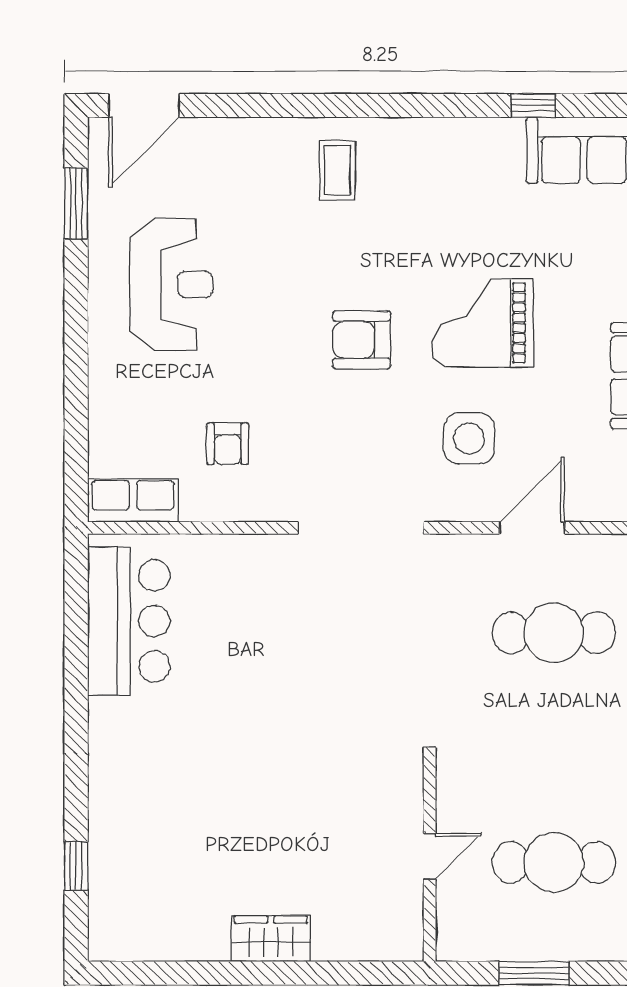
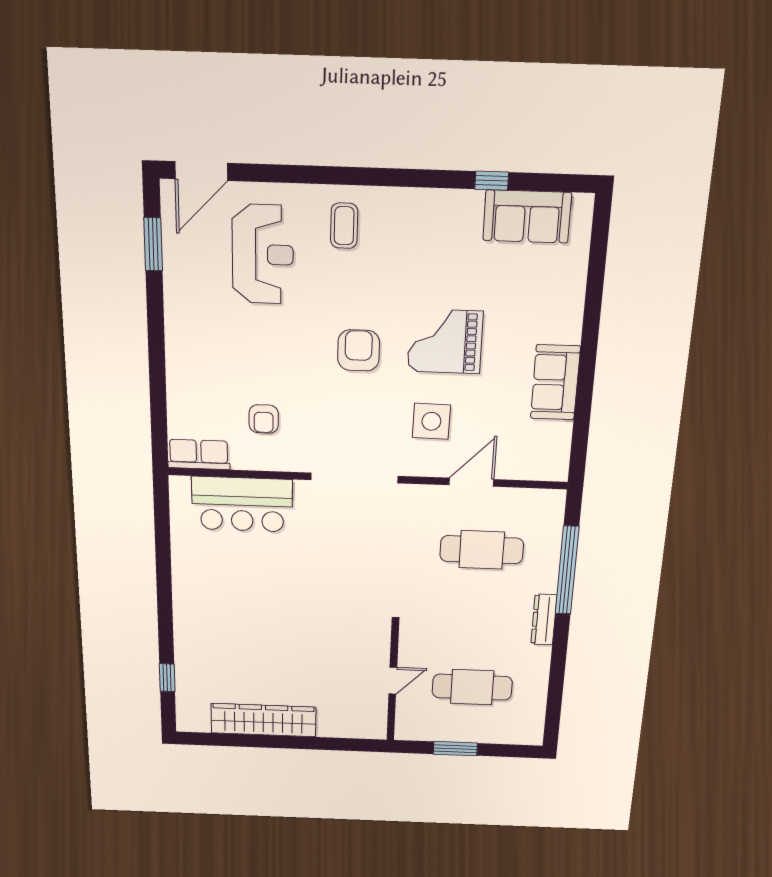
reception desk: (171, 284) -> (263, 254), moved
armchair: (362, 340) -> (359, 350), turned 90
bar counter: (129, 621) -> (242, 504), moved, turned 90
wardrobe: (271, 939) -> (263, 720), width x2.10, depth x1.17

